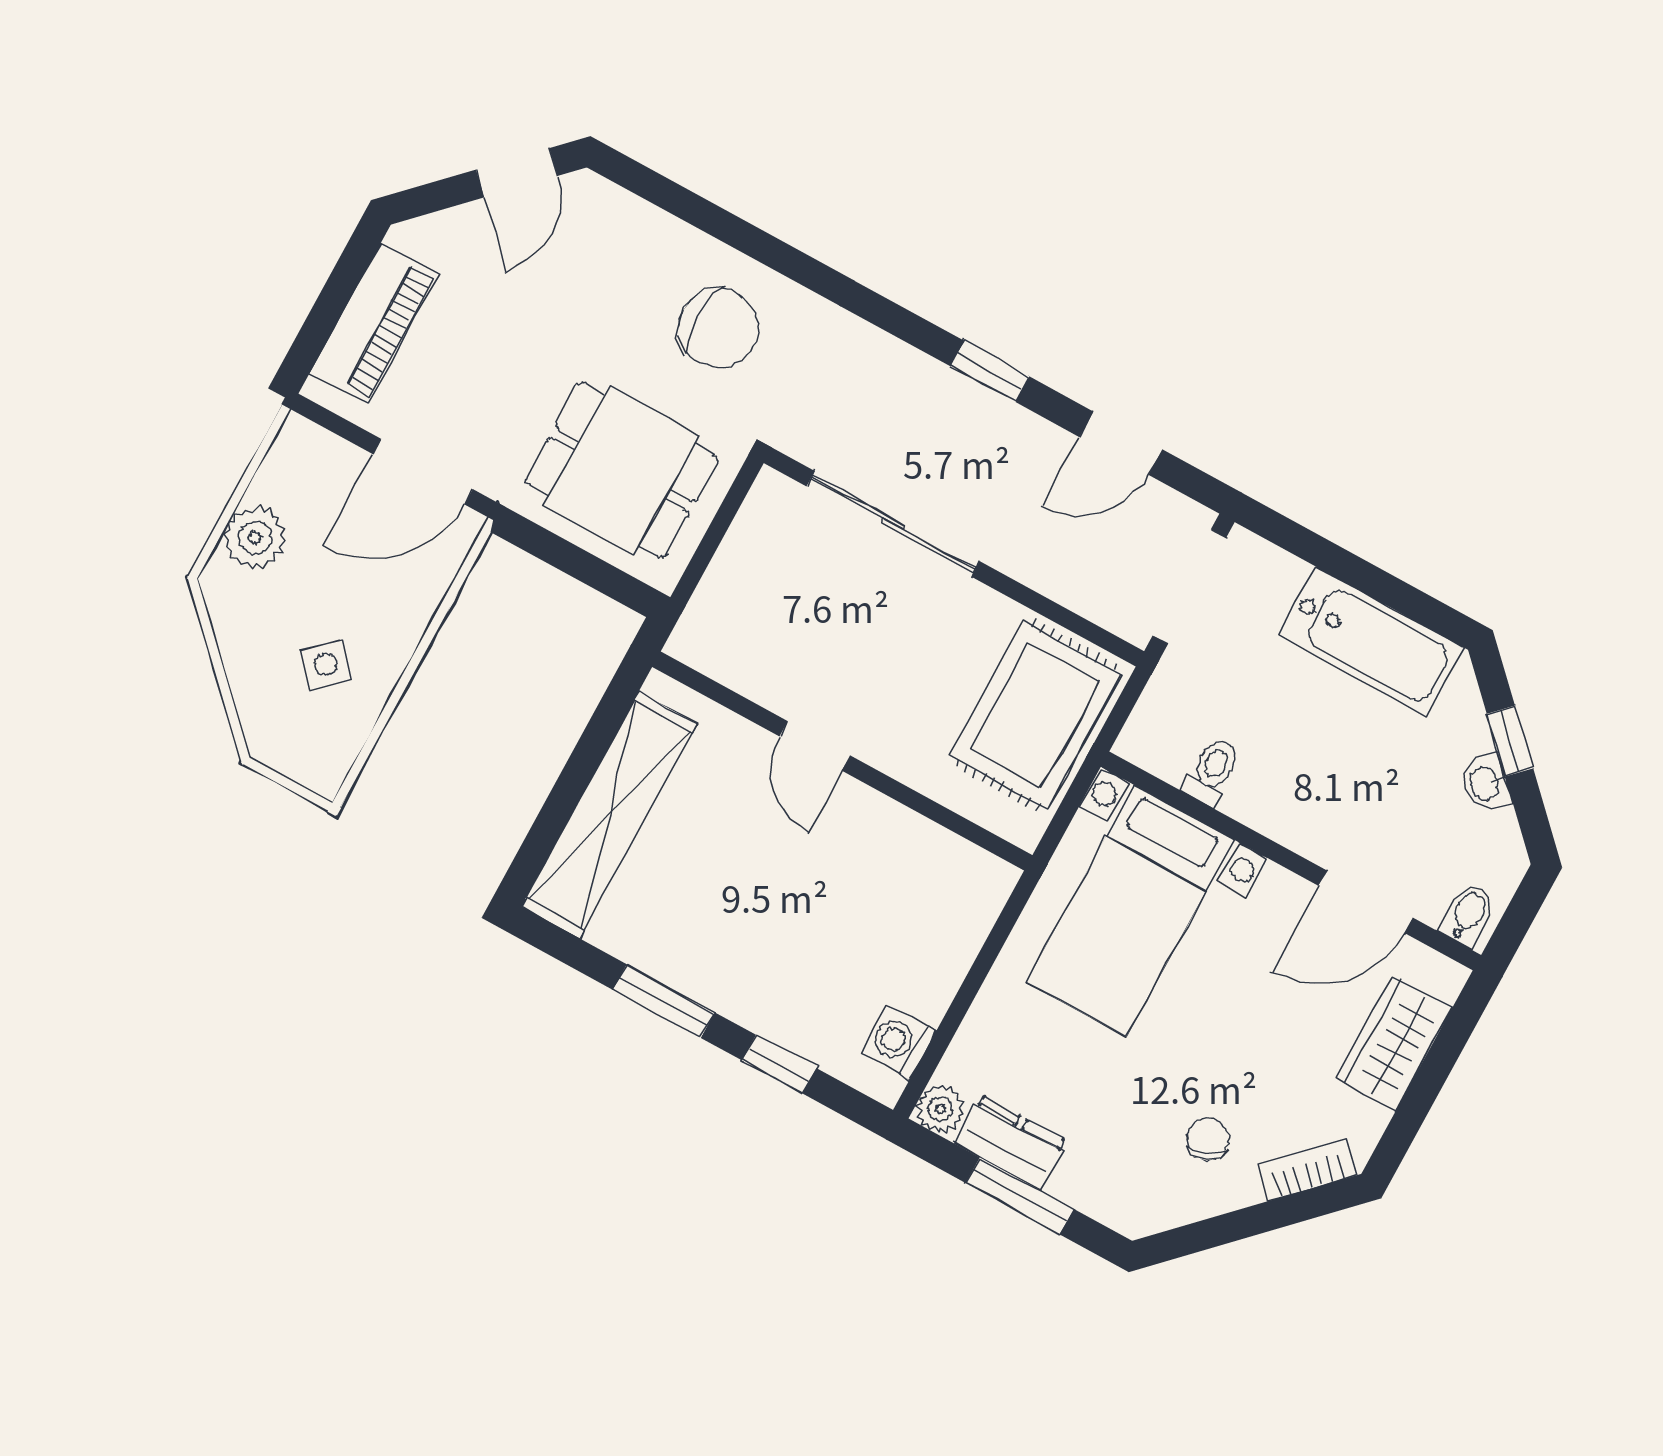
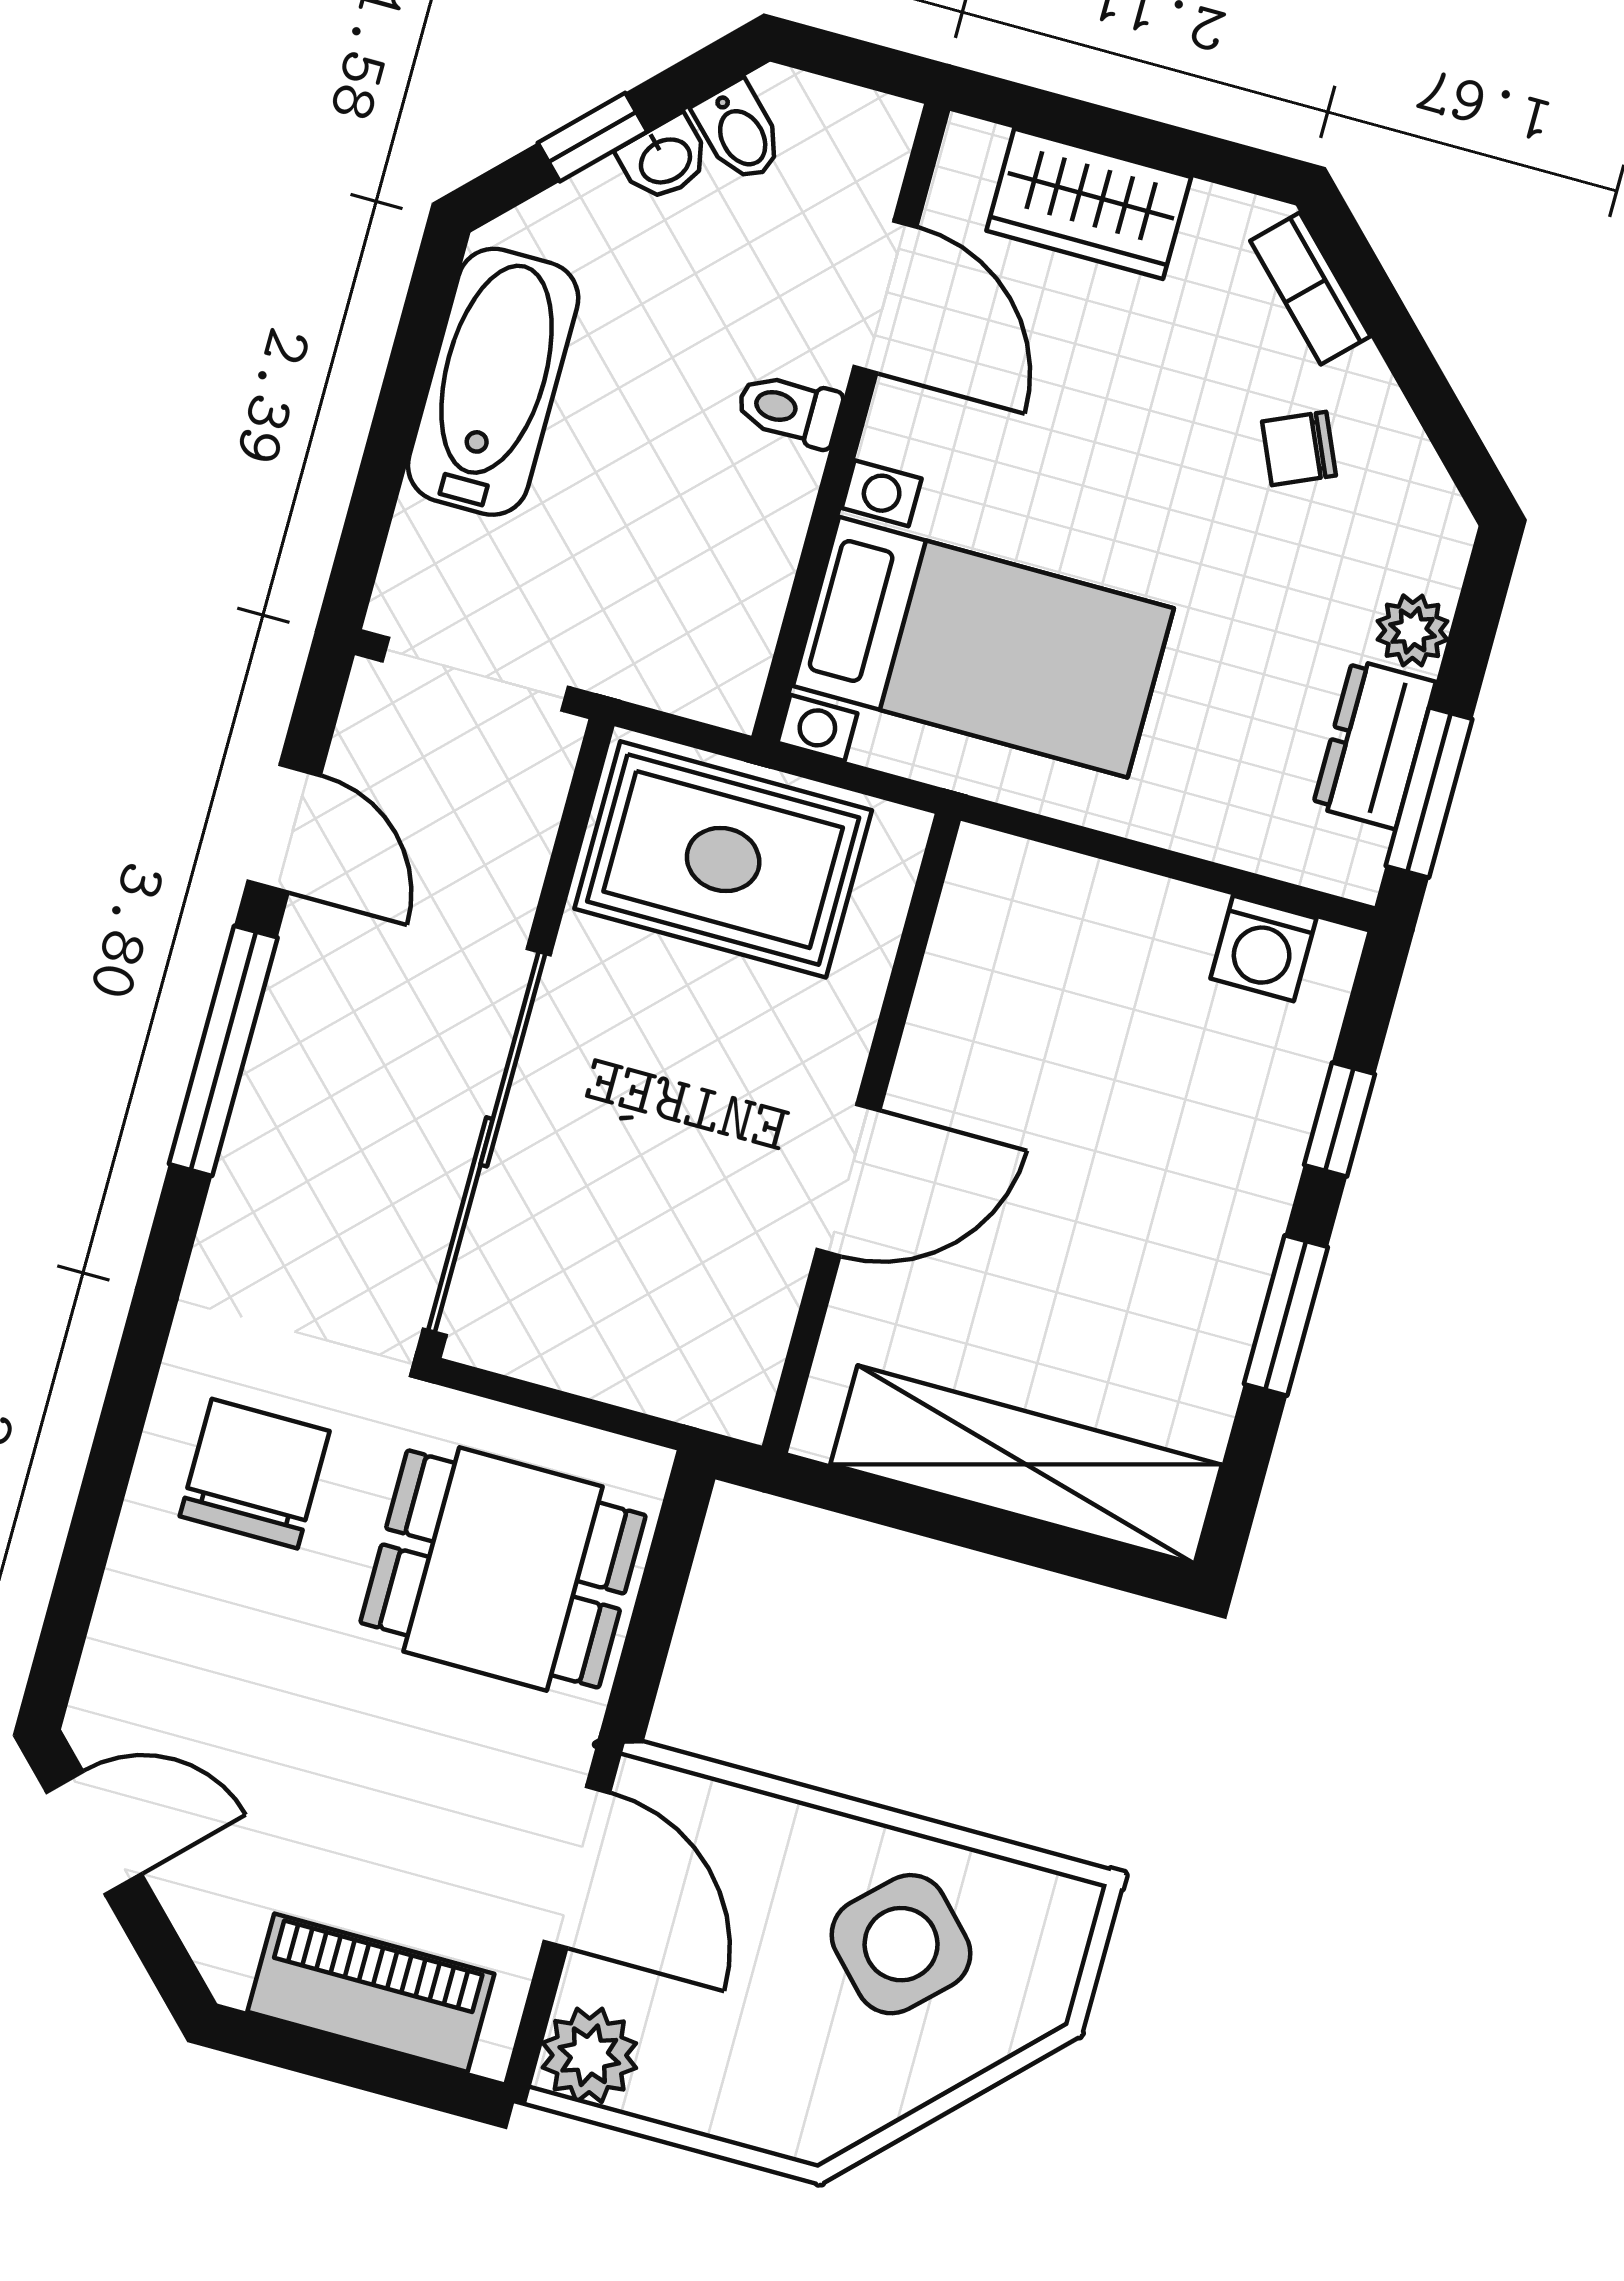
window: (990, 371) -> (223, 1051), width x2.17
dining table: (622, 470) -> (503, 1569), turned 90
sliding door: (893, 524) -> (487, 1142), width x1.36
plant: (255, 538) -> (589, 2055), moved
side table: (326, 664) -> (901, 1944), width x1.87, depth x1.87
door: (815, 746) -> (848, 1180), width x1.38
toilet: (1212, 771) -> (789, 410), moved
bidet: (1468, 914) -> (739, 132), moved, turned -135
plant: (940, 1109) -> (1413, 630), moved
window: (1020, 1196) -> (1429, 793), moved

